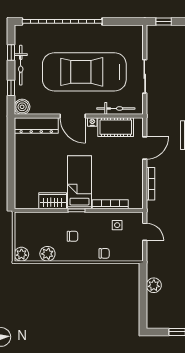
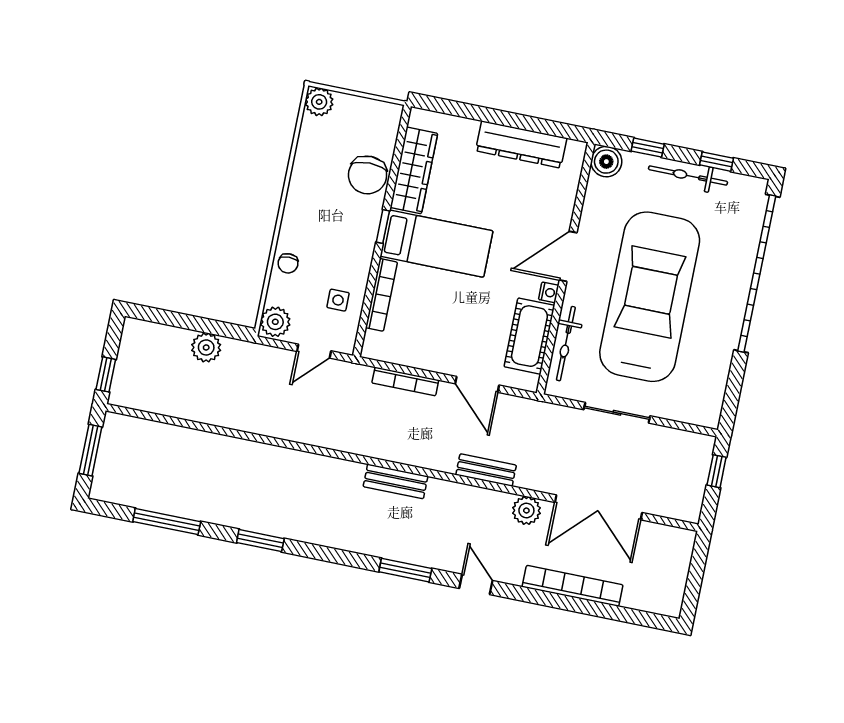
dresser: (36, 126) -> (521, 144), moved, turned -90
wardrobe: (53, 201) -> (414, 170), width x1.50
chair: (72, 236) -> (368, 175), moved, width x1.87, depth x1.87
plant: (47, 254) -> (275, 322), moved

